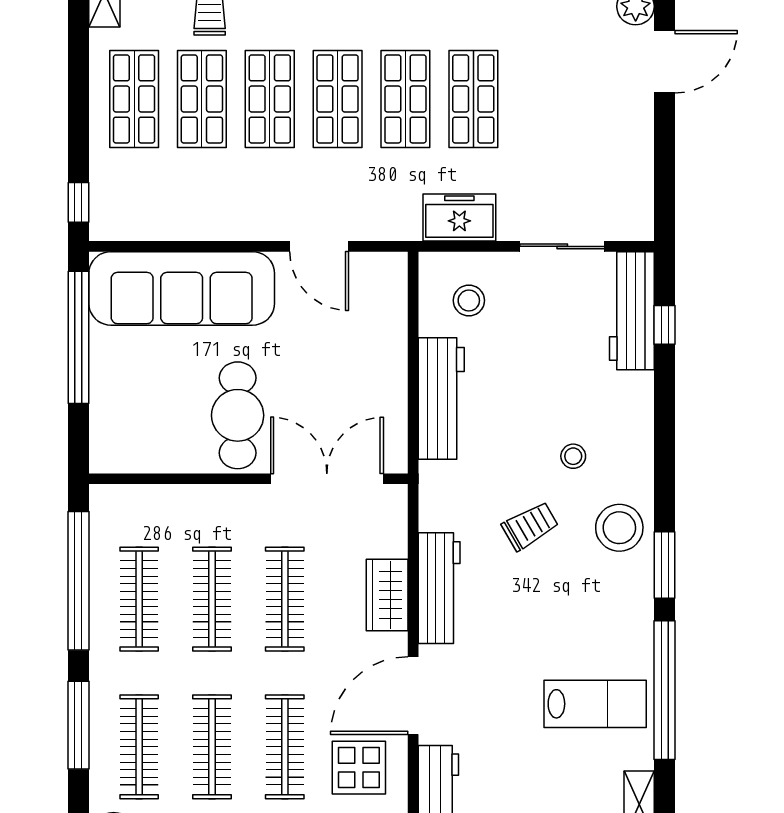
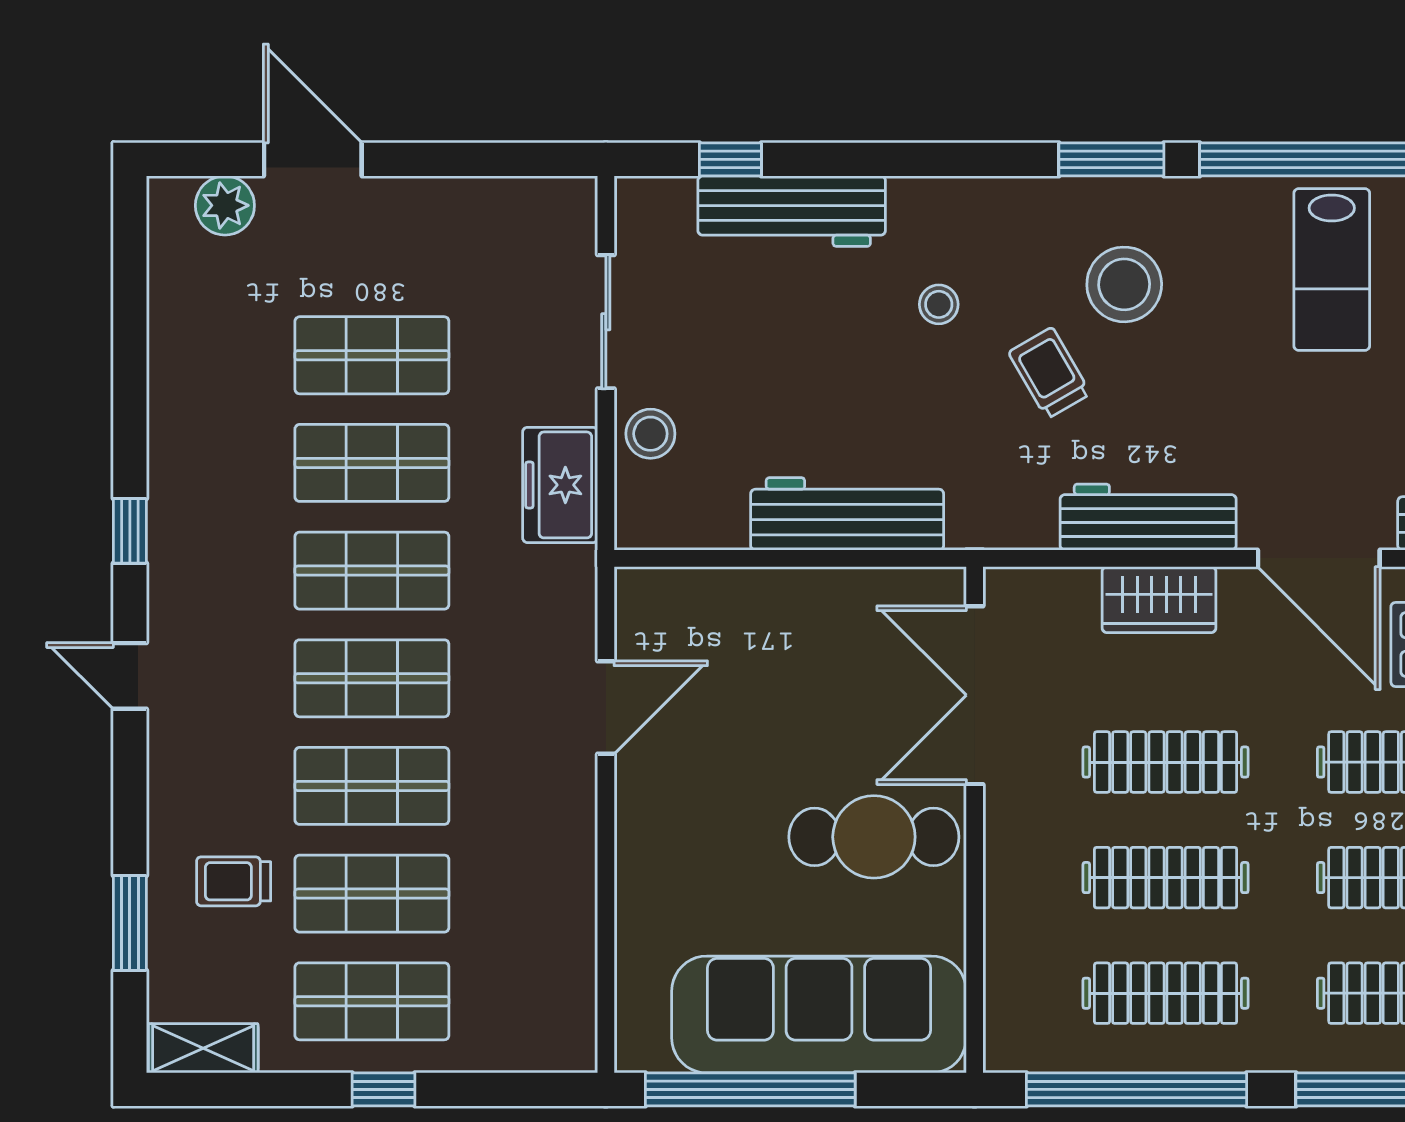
shop shelf: (541, 99) -> (372, 355), added
window: (78, 202) -> (384, 1089), moved
sofa: (182, 288) -> (819, 1014), moved, turned -90
stool: (469, 300) -> (650, 434), moved
workbench: (632, 311) -> (792, 211), moved
stool: (619, 528) -> (1124, 284), moved
lab bench: (595, 704) -> (1332, 269), turned 180

